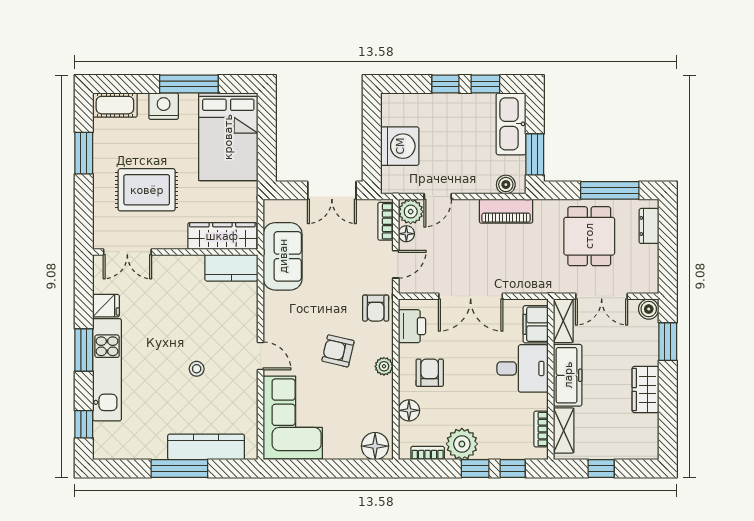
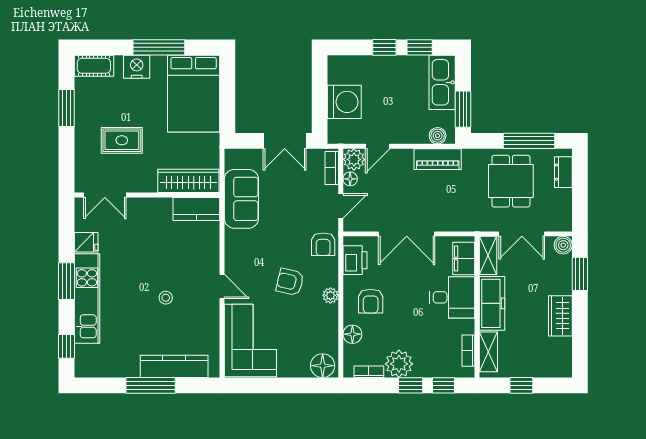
rug: (147, 190) -> (122, 140), width x0.73, depth x0.70
armchair: (430, 373) -> (371, 301), turned 180

